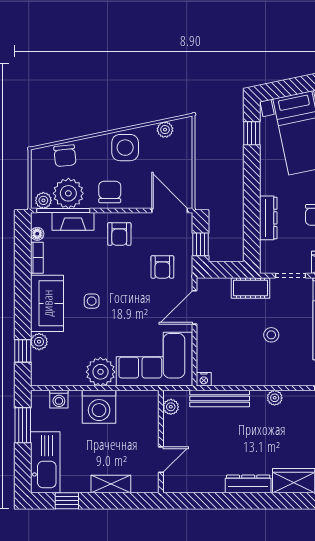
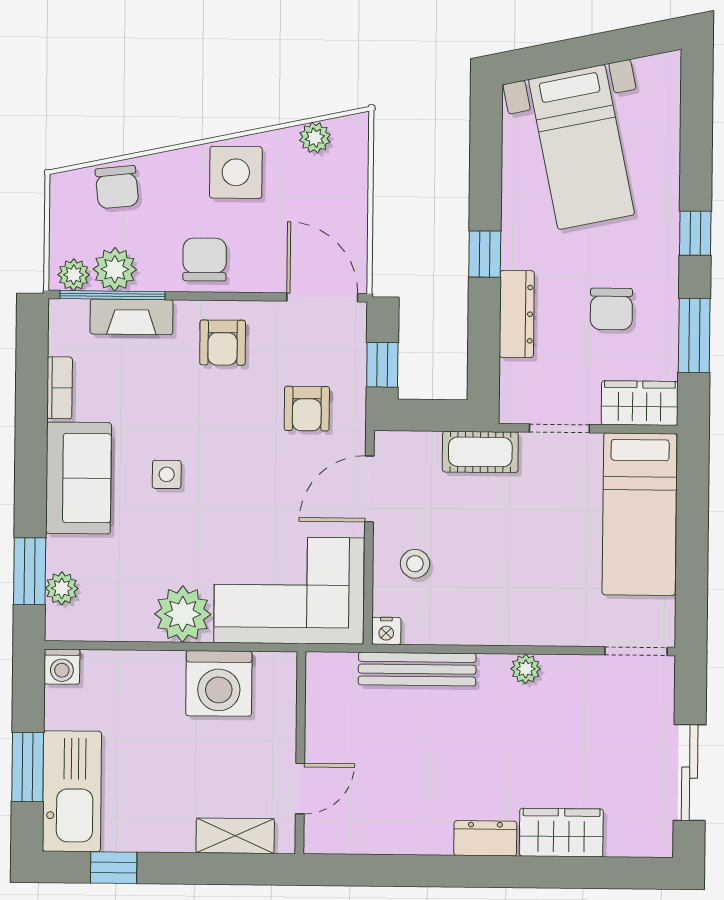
window: (252, 133) -> (485, 254), moved
plant: (68, 193) -> (115, 269), width x0.73, depth x0.73
floor lamp: (37, 234) -> (61, 341), removed
stool: (271, 335) -> (415, 564), moved
plant: (39, 342) -> (62, 588), moved
window: (23, 351) -> (30, 571), width x1.50
washing machine: (59, 399) -> (62, 667), moved
washing machine: (99, 407) -> (219, 683), moved
plant: (171, 407) -> (321, 685), removed
window: (23, 425) -> (28, 767), moved
shelving: (111, 484) -> (235, 836), moved
dresser: (248, 484) -> (485, 838), width x0.70

